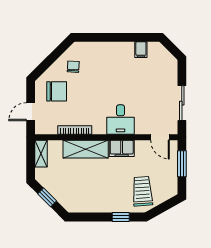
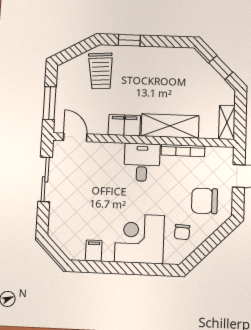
corner desk: (106, 60) -> (139, 239), added
desk: (120, 120) -> (142, 162), moved

